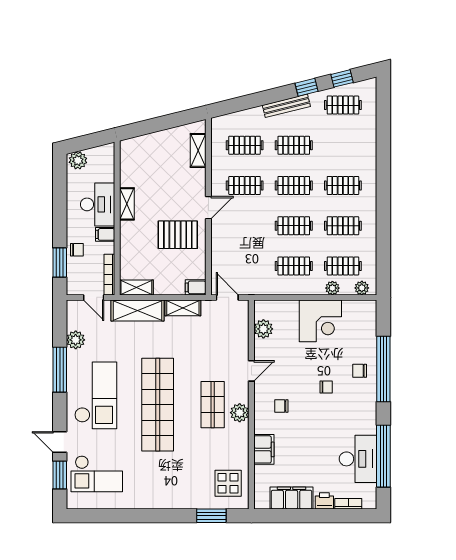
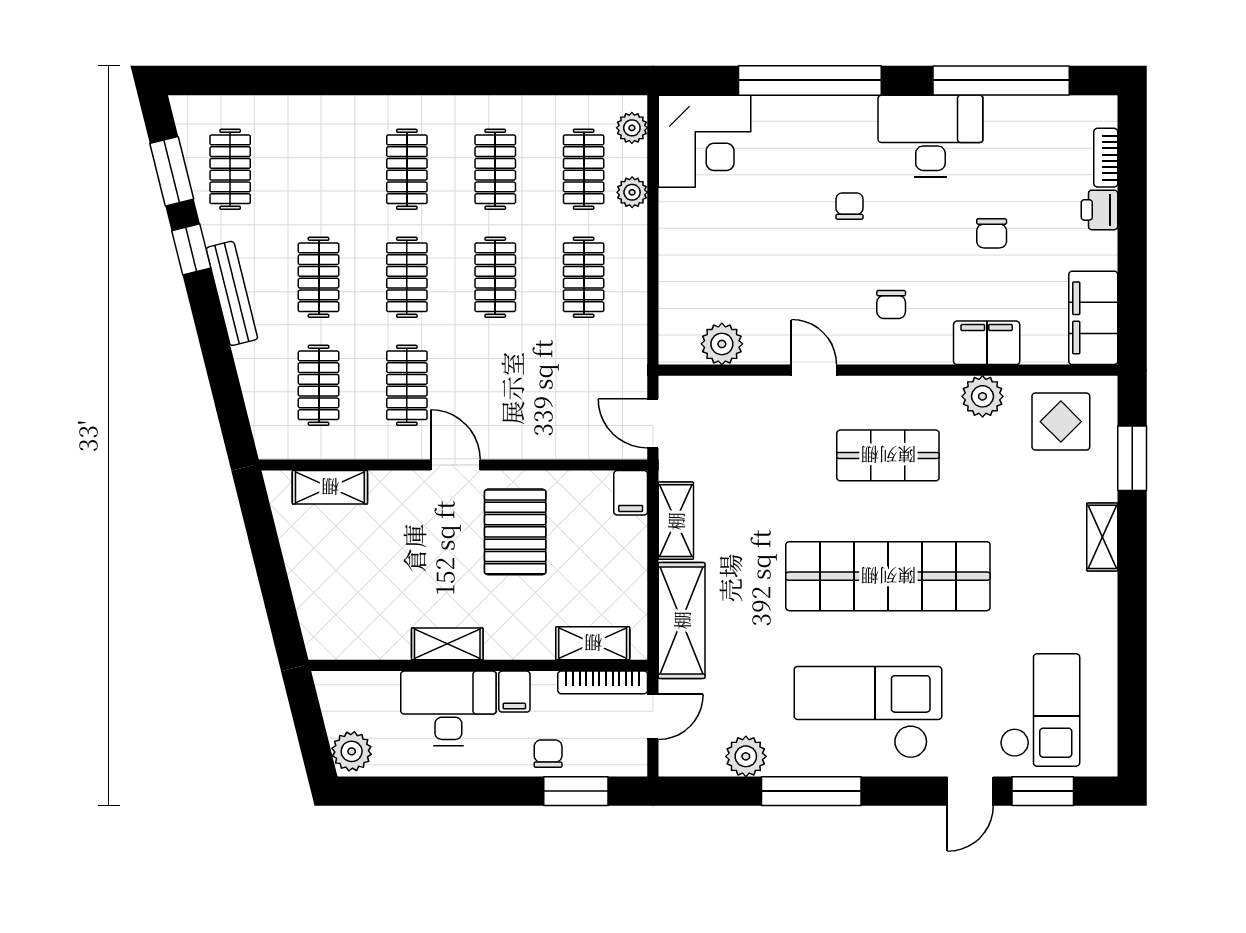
window: (342, 78) -> (172, 171), width x1.50
shelving: (136, 287) -> (593, 643), moved, turned 90
door: (227, 297) -> (653, 423), hinge flipped
corner desk: (320, 321) -> (704, 141), moved, turned 90
chair: (360, 371) -> (992, 233), moved
plant: (240, 413) -> (983, 396), moved
desk: (358, 459) -> (930, 136), moved
filing cabinet: (292, 498) -> (1093, 318), moved
shelving: (176, 502) -> (1102, 537), added

